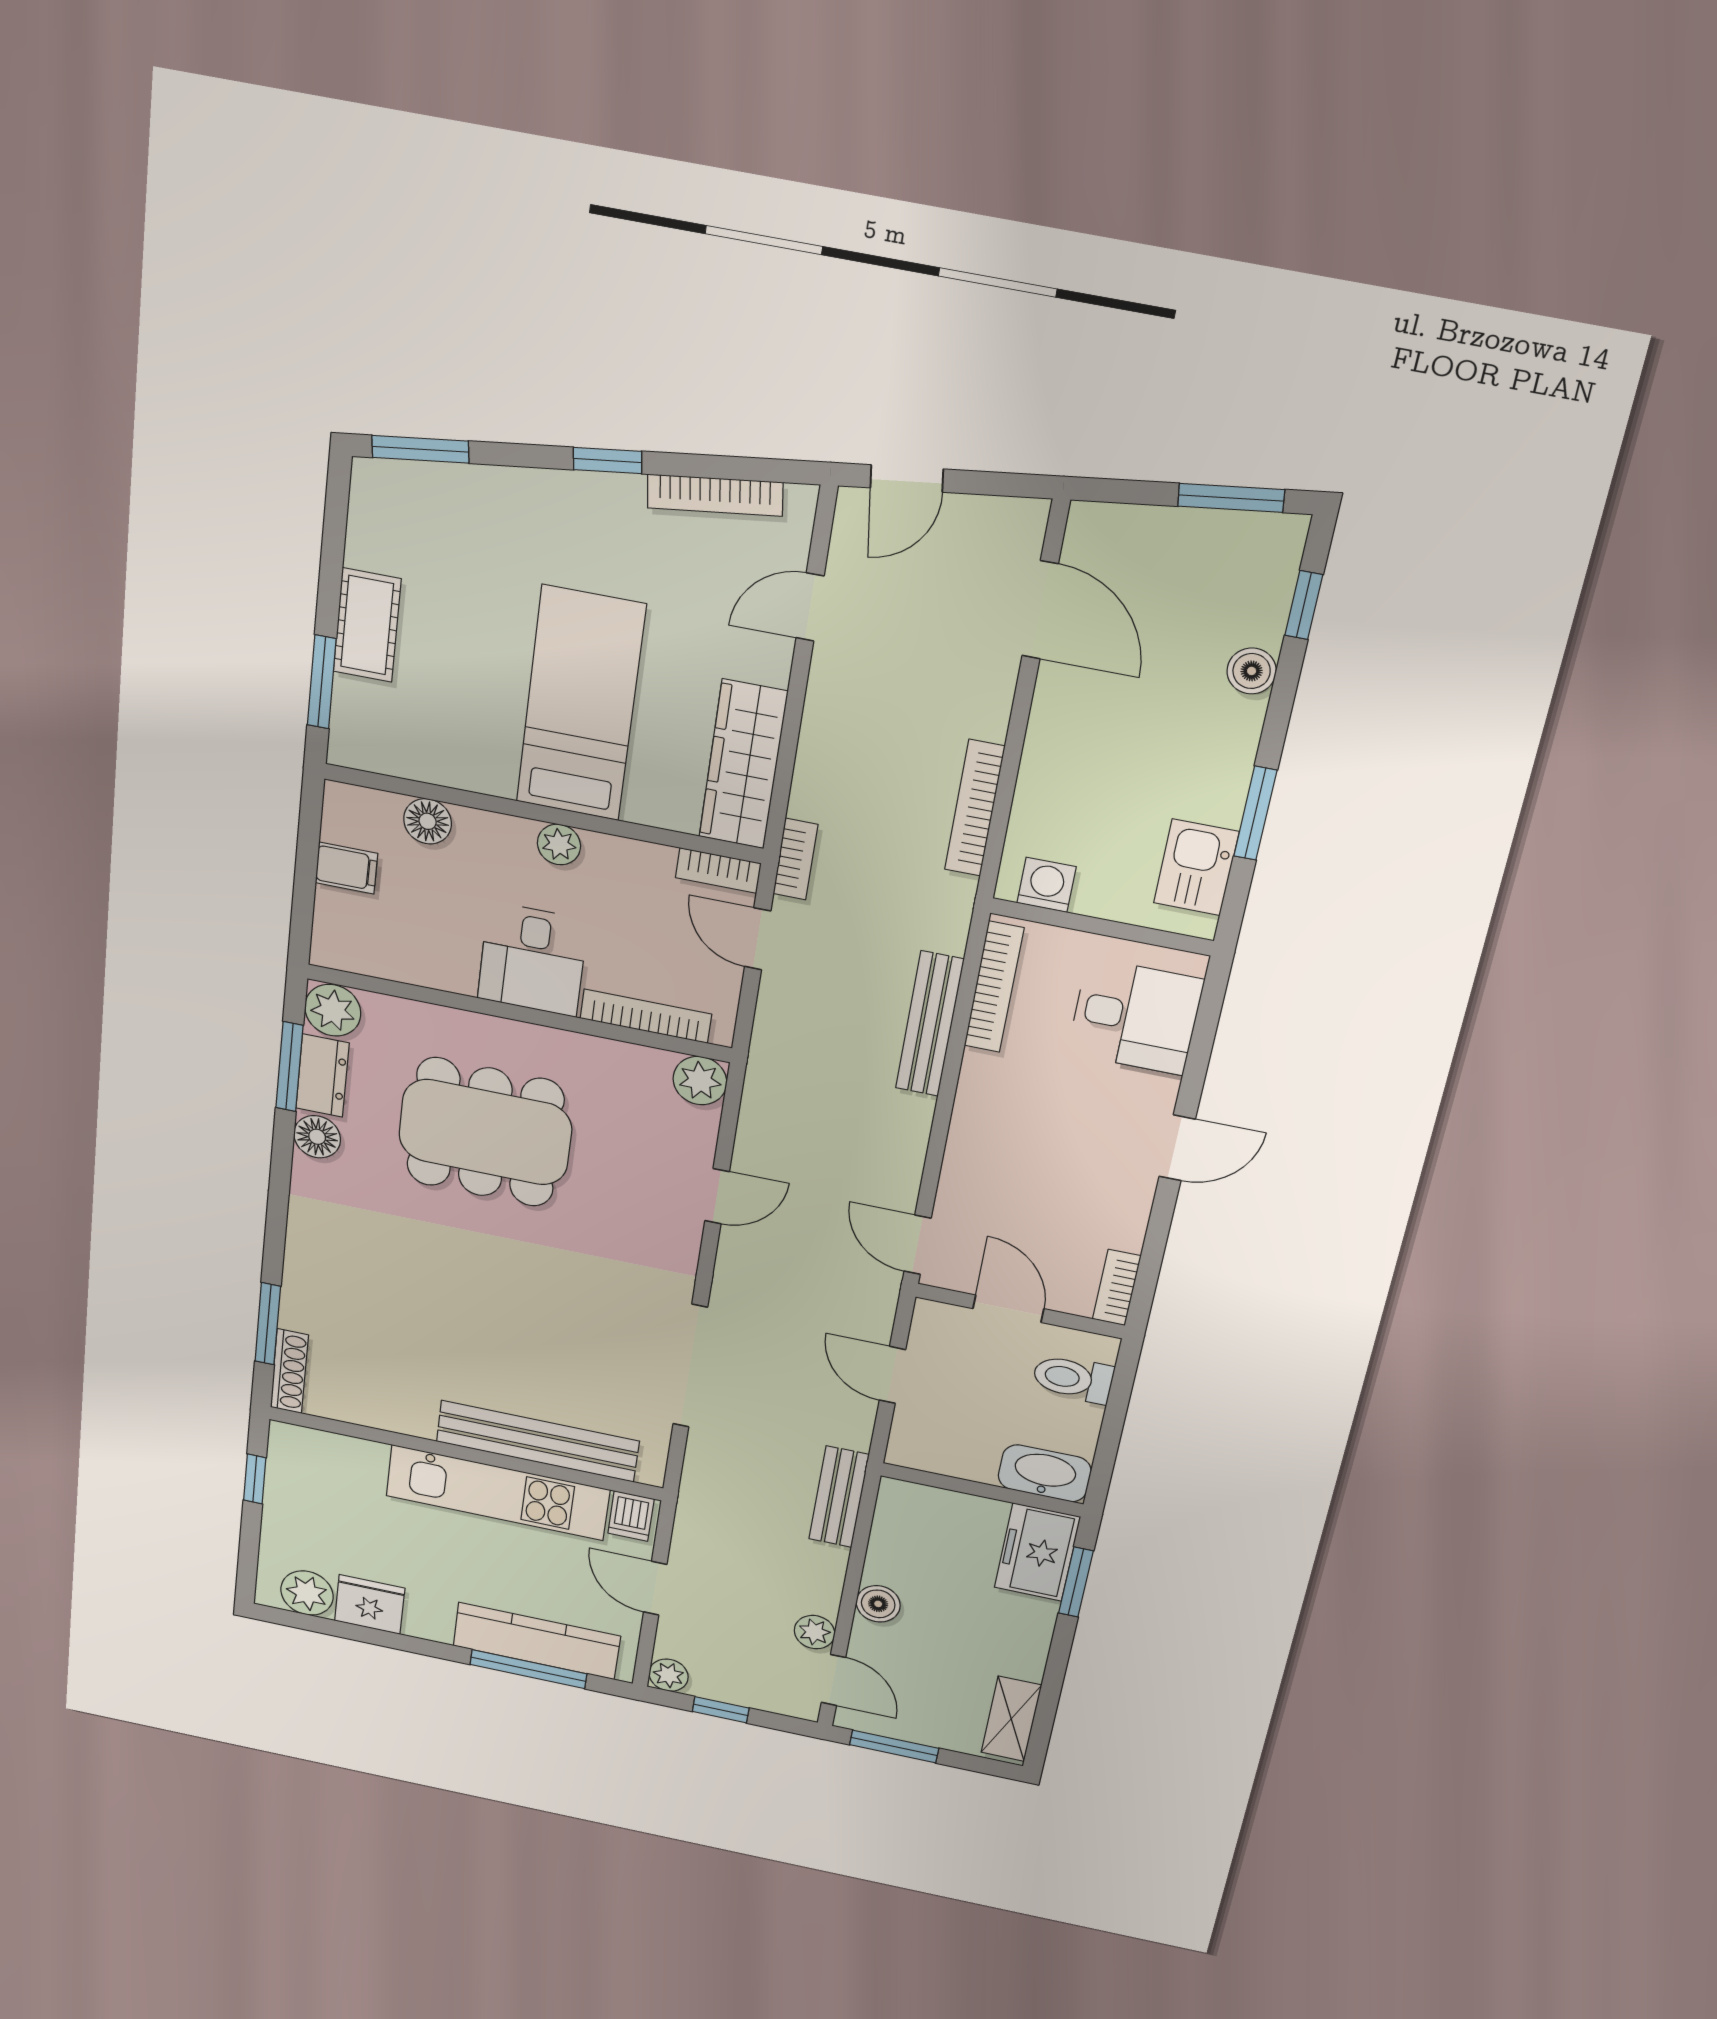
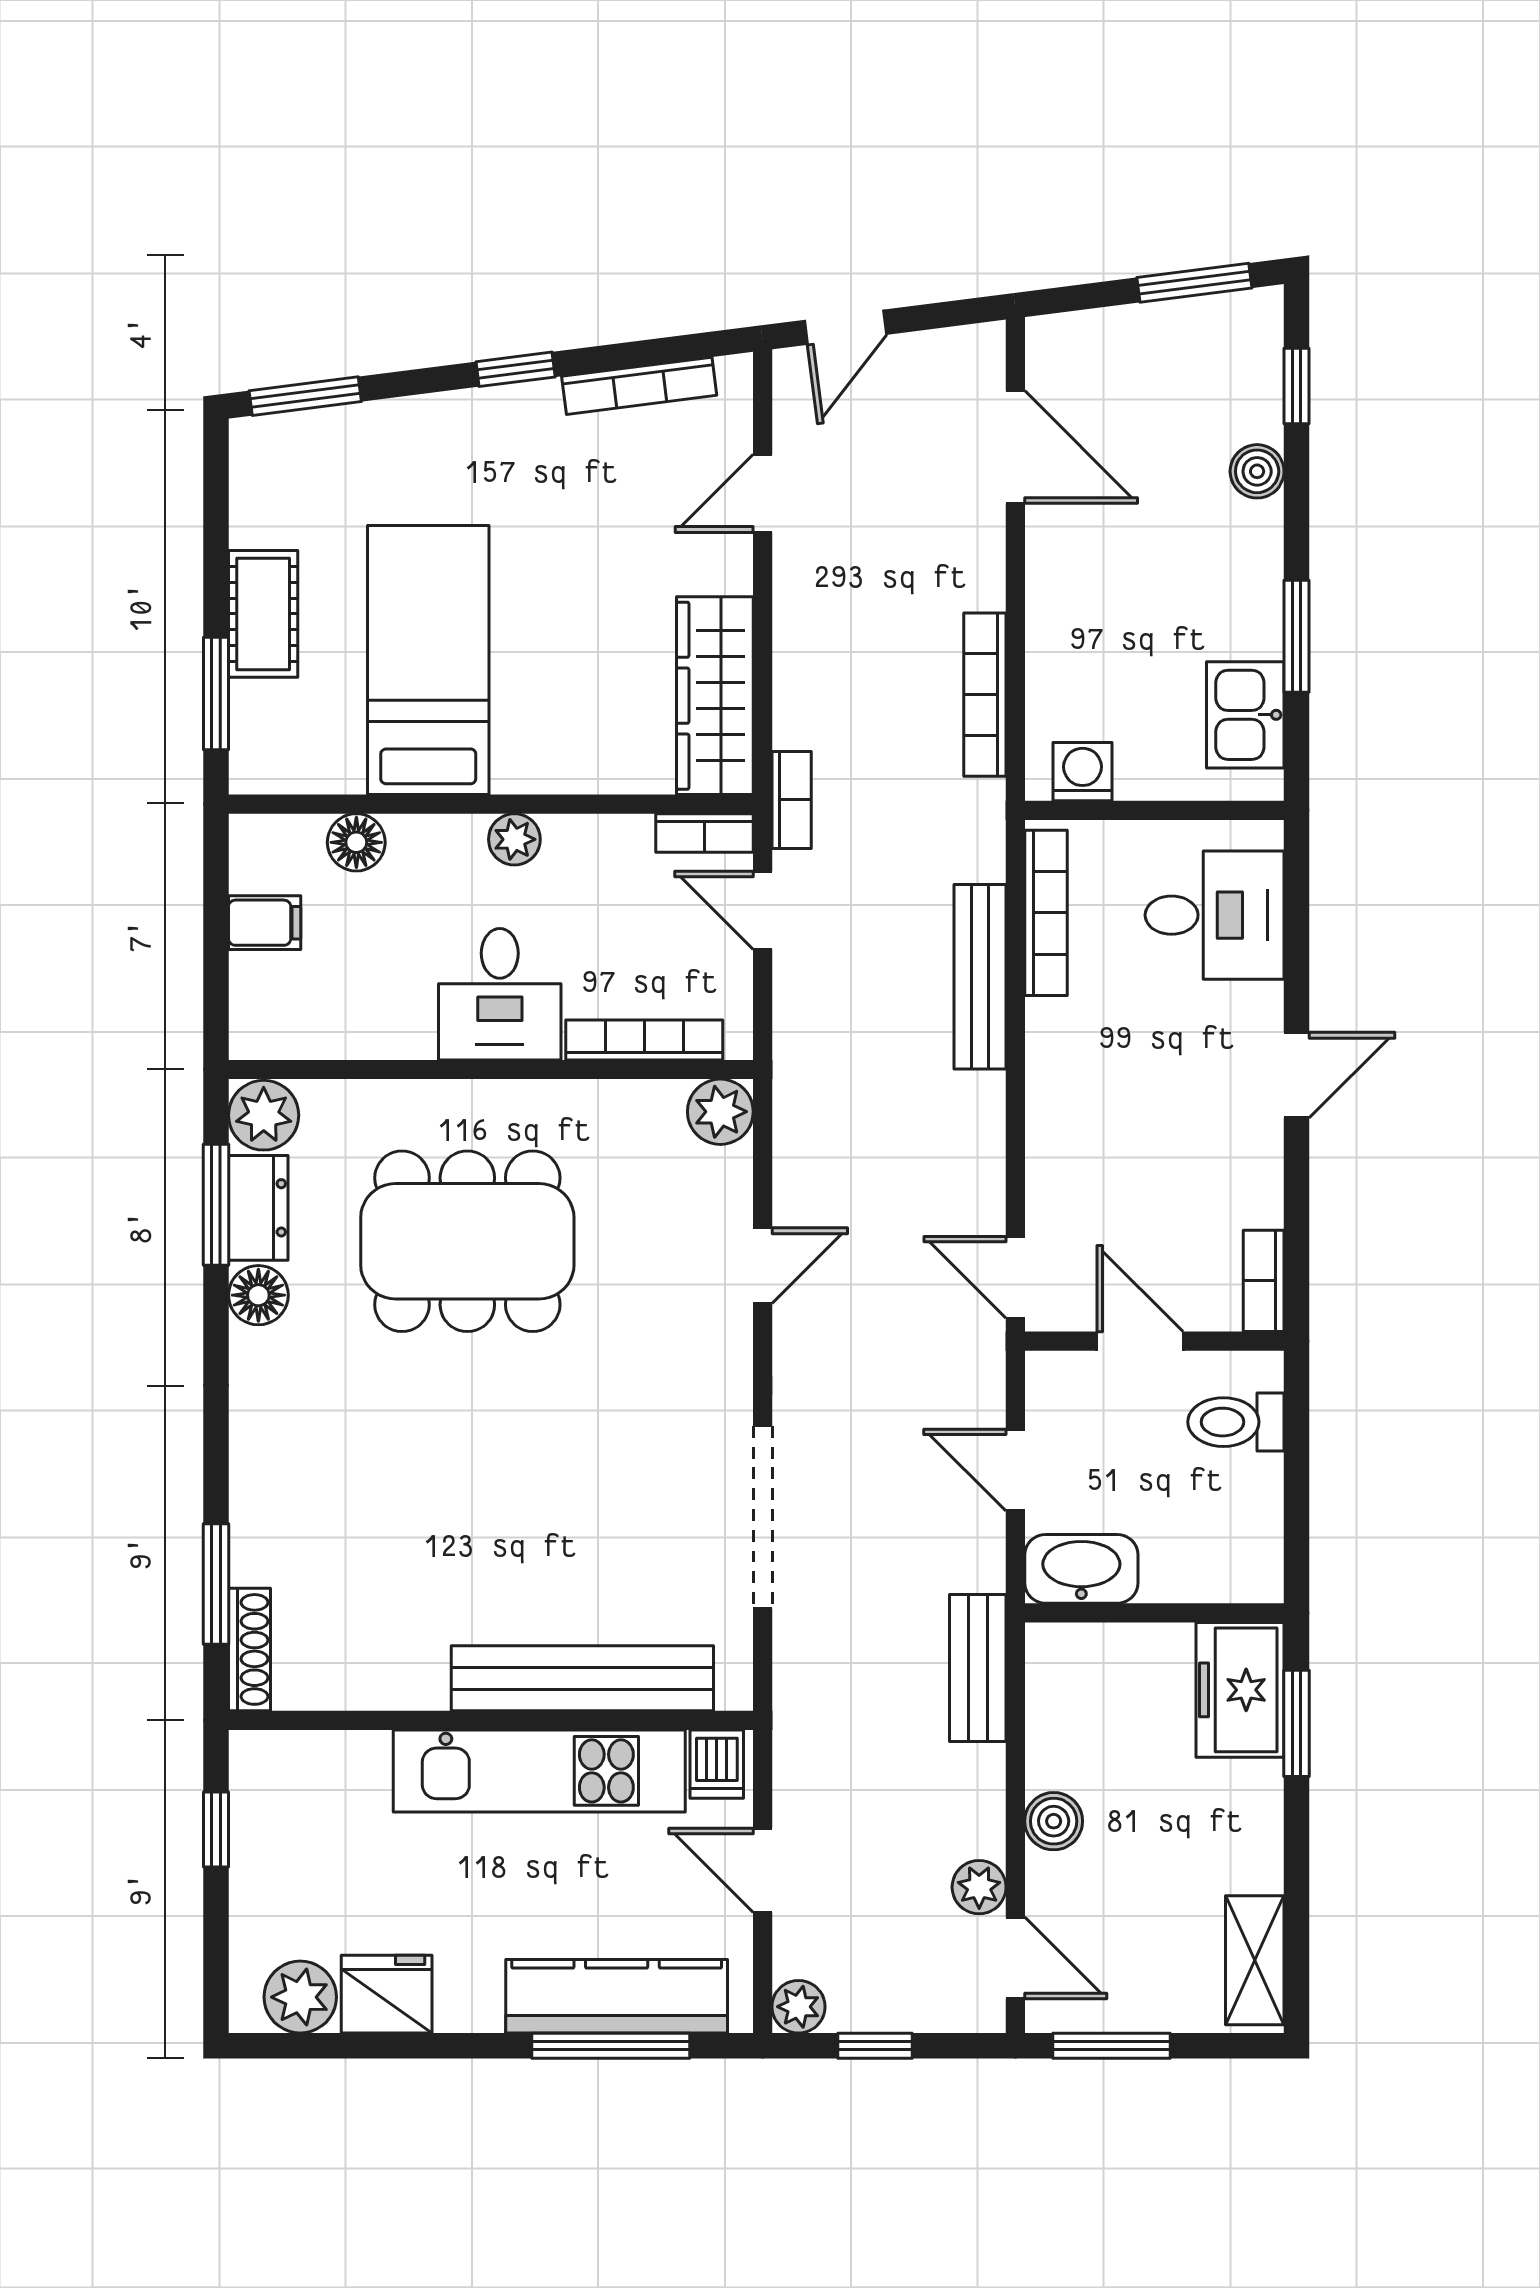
bed: (581, 704) -> (428, 660), moved
washbasin: (1045, 1473) -> (1081, 1569), moved

